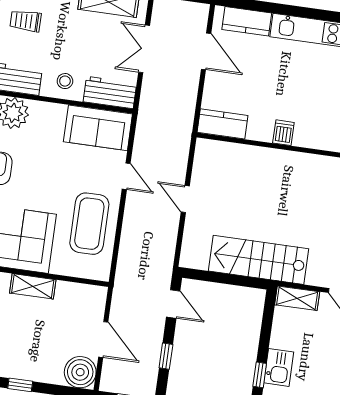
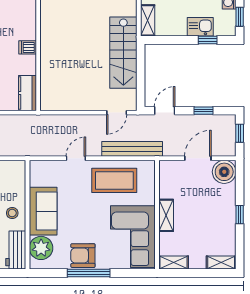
workbench: (110, 92) -> (16, 179), removed
sofa: (98, 128) -> (43, 211), moved
door: (185, 199) -> (117, 113), moved
bench: (128, 253) -> (132, 149), added

